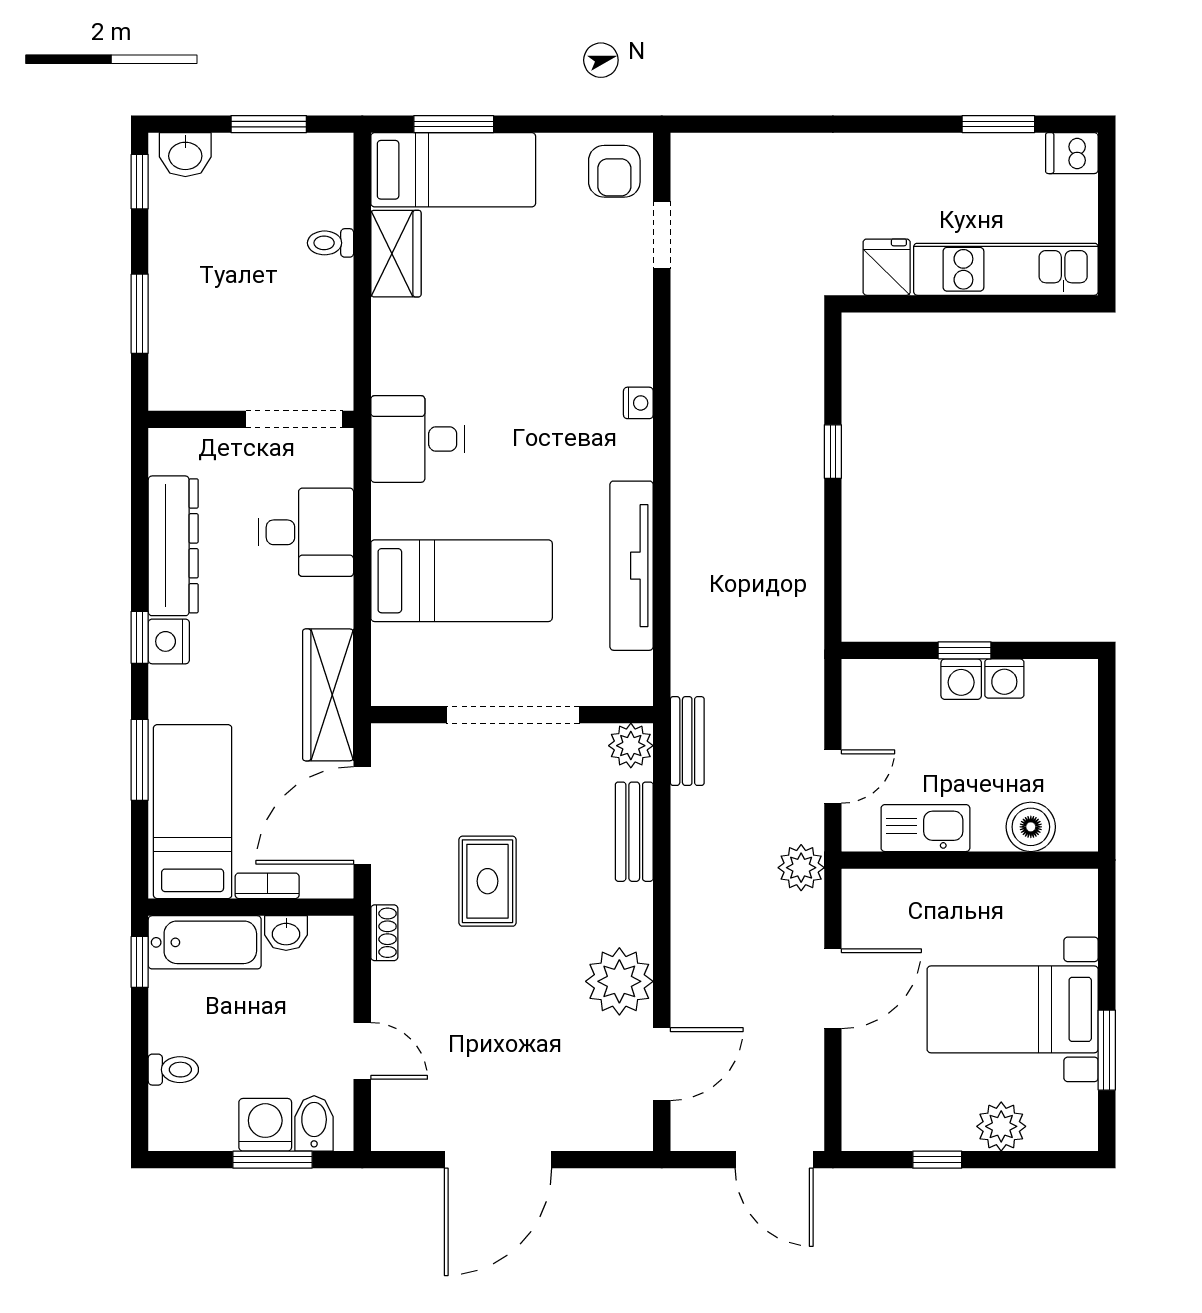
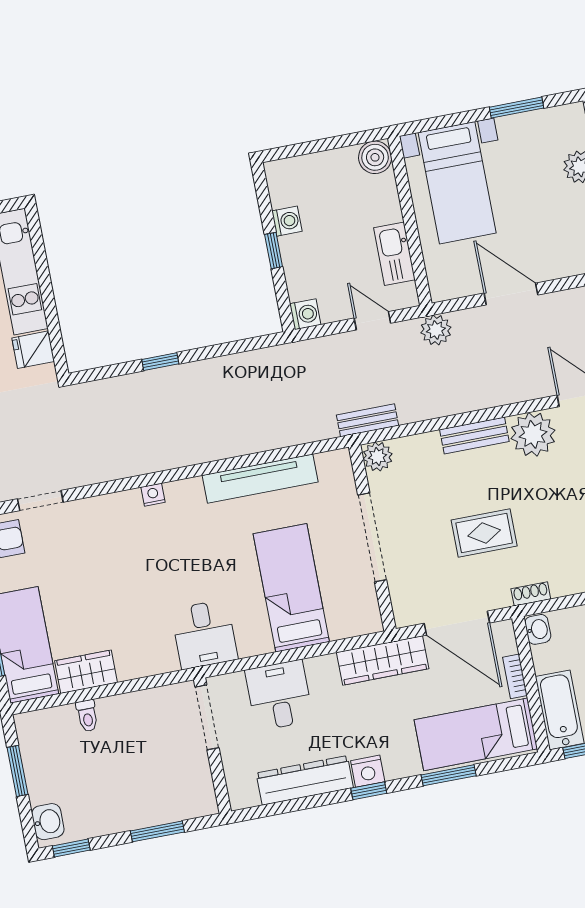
washing machine: (961, 679) -> (305, 314), moved
boiler: (1031, 827) -> (375, 157), moved
bench: (634, 832) -> (474, 436), moved
washbasin: (286, 933) -> (538, 629), moved
bed with nightstands: (1013, 1009) -> (457, 183), moved

